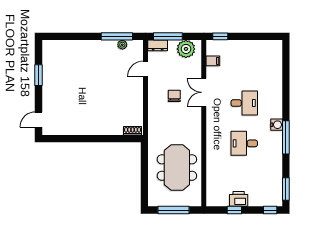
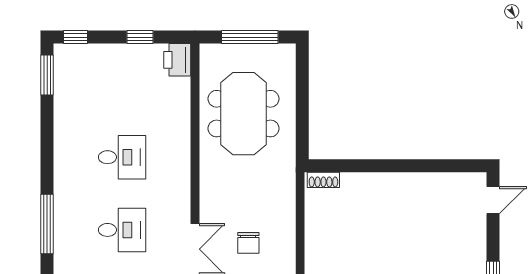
desk: (244, 103) -> (122, 230), turned 180
water cooler: (277, 125) -> (64, 191), removed
window: (286, 137) -> (47, 224), moved
printer: (239, 199) -> (177, 60), moved, turned 90

